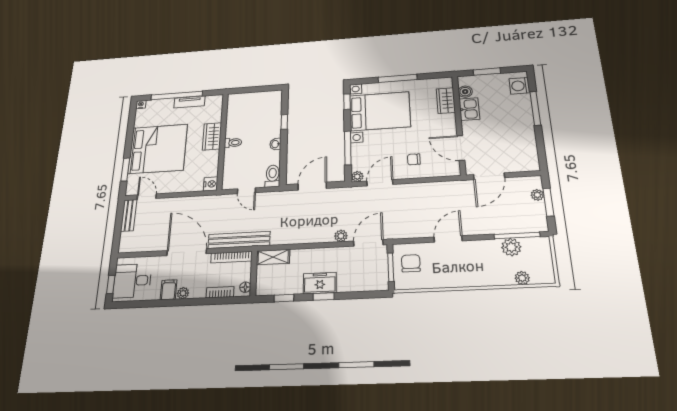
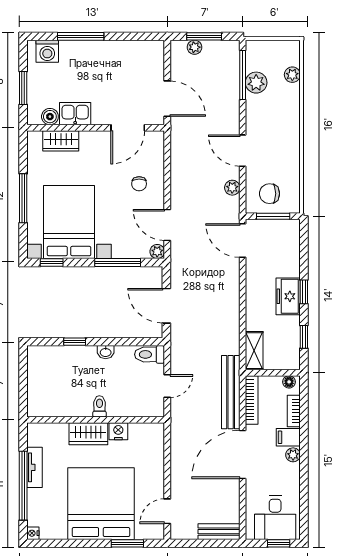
nightstand: (211, 184) -> (118, 431), moved
bench: (129, 215) -> (219, 532), moved
plant: (341, 236) -> (232, 188), moved
filing cabinet: (169, 290) -> (288, 437), moved

